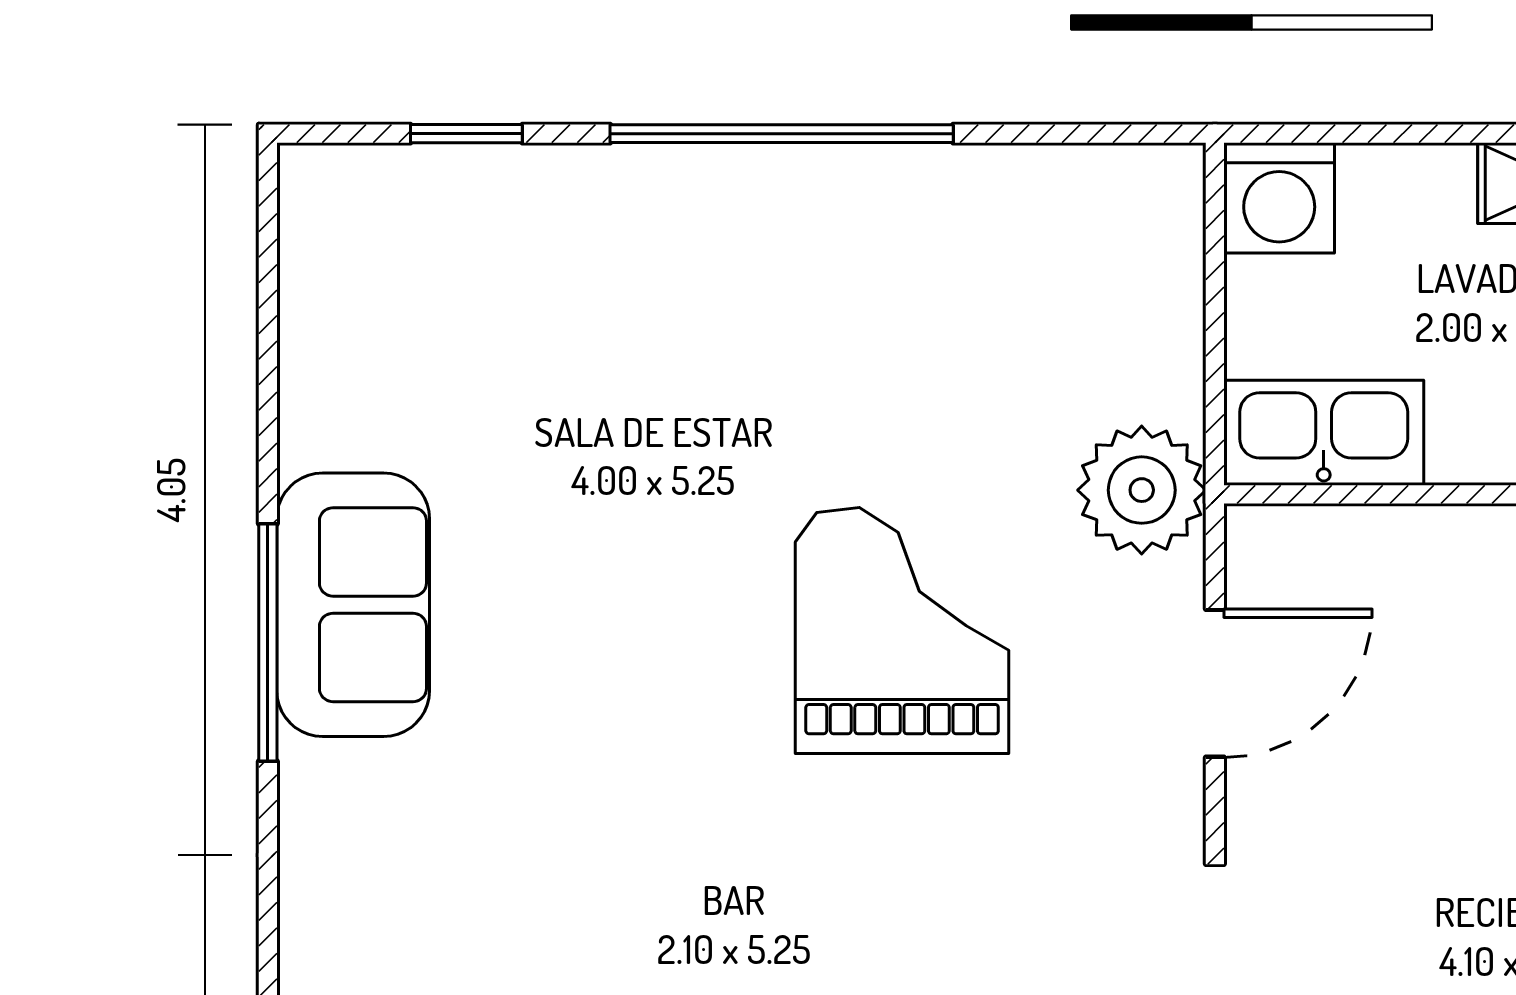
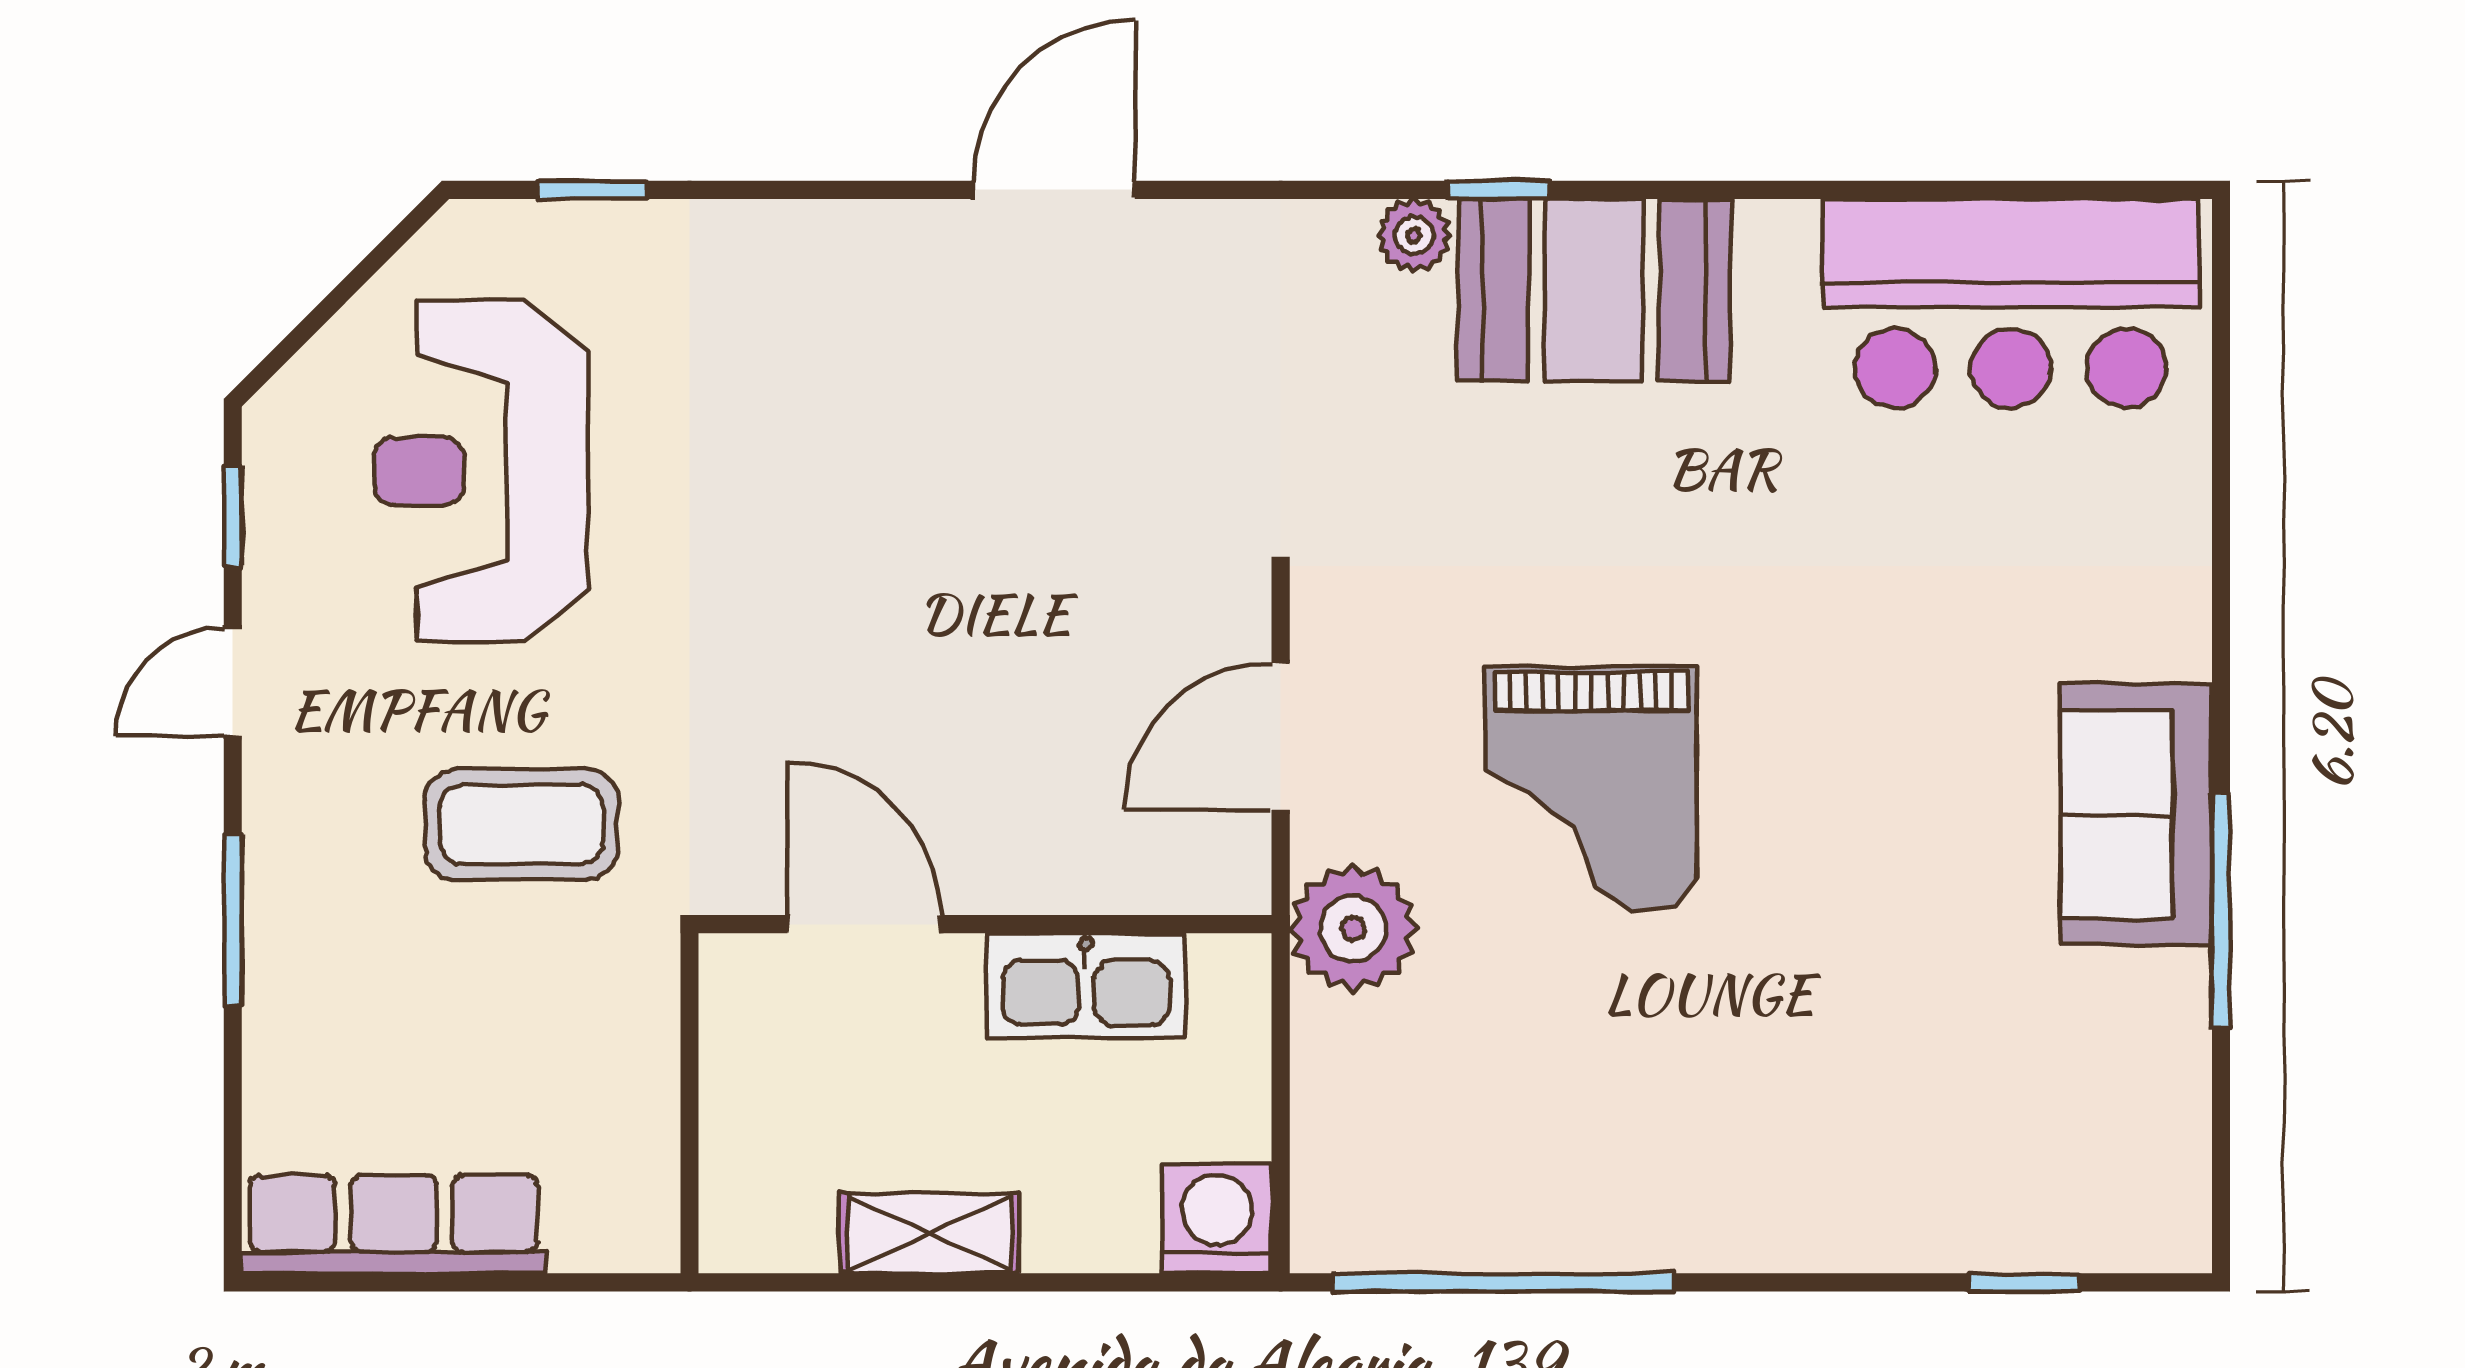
window: (782, 134) -> (1504, 1282), moved
kitchen sink: (1324, 433) -> (1086, 985), moved
window: (268, 642) -> (2221, 911), moved

